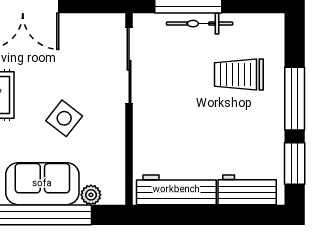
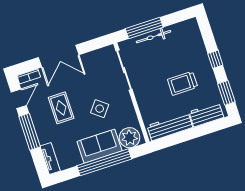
trolley: (239, 74) -> (183, 83), moved
window: (295, 99) -> (215, 59), width x0.46
plant: (91, 195) -> (129, 138), width x1.87, depth x1.87

